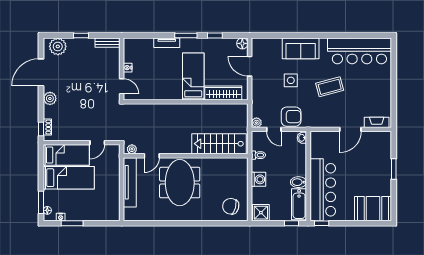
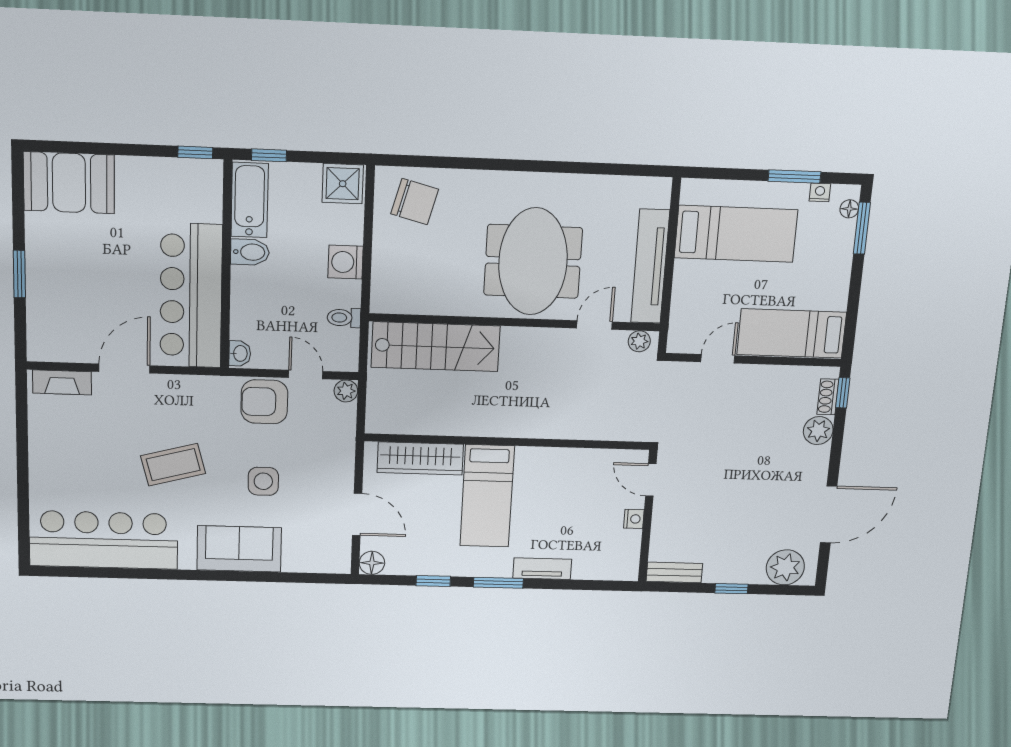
plant: (50, 98) -> (818, 431), moved
bed: (69, 178) -> (736, 234), moved, turned 180
bar counter: (323, 190) -> (191, 296), moved

